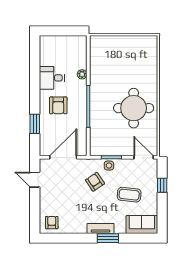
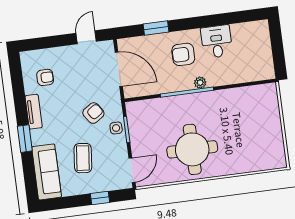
plant: (82, 74) -> (200, 83), moved
armchair: (52, 223) -> (45, 77), moved
sofa: (142, 225) -> (47, 172), width x1.36
tv unit: (101, 228) -> (34, 112), moved

